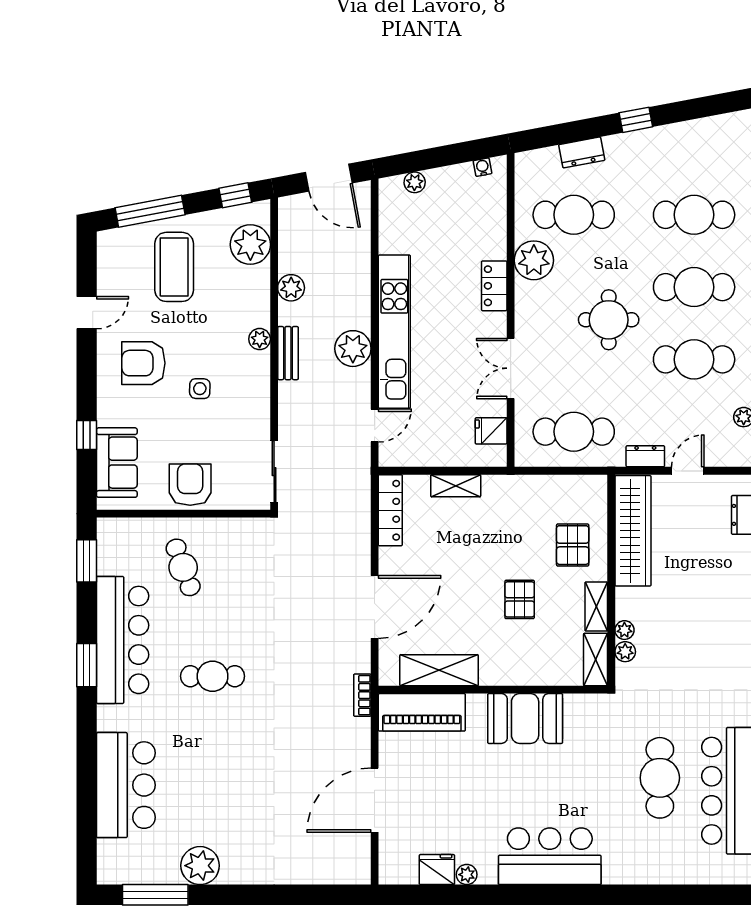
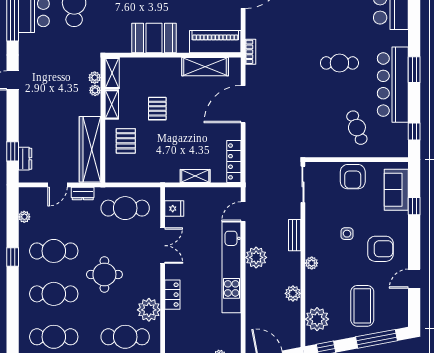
bench: (288, 353) -> (295, 235), moved
window: (87, 561) -> (414, 131), width x0.67

